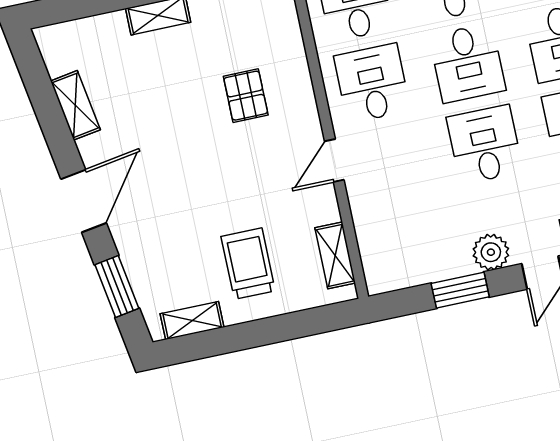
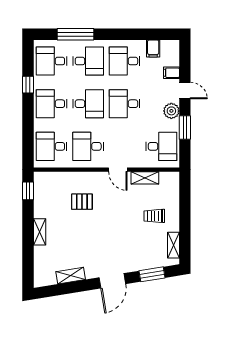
door: (84, 201) -> (112, 281), swing flipped
desk: (407, 246) -> (161, 146), added
shelving: (335, 255) -> (145, 178), moved
trolley: (248, 264) -> (154, 216), width x0.73, depth x0.72

